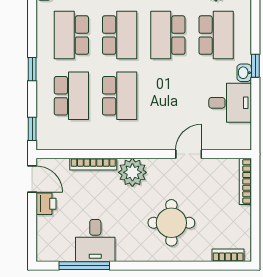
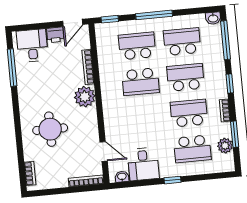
school desk: (120, 35) -> (186, 77), turned 180
window: (32, 69) -> (154, 15), width x2.17
washbasin: (244, 73) -> (122, 177), moved
school desk: (71, 96) -> (137, 46), turned 180
door: (189, 154) -> (104, 152), moved
desk: (95, 240) -> (32, 46), moved, turned 90

